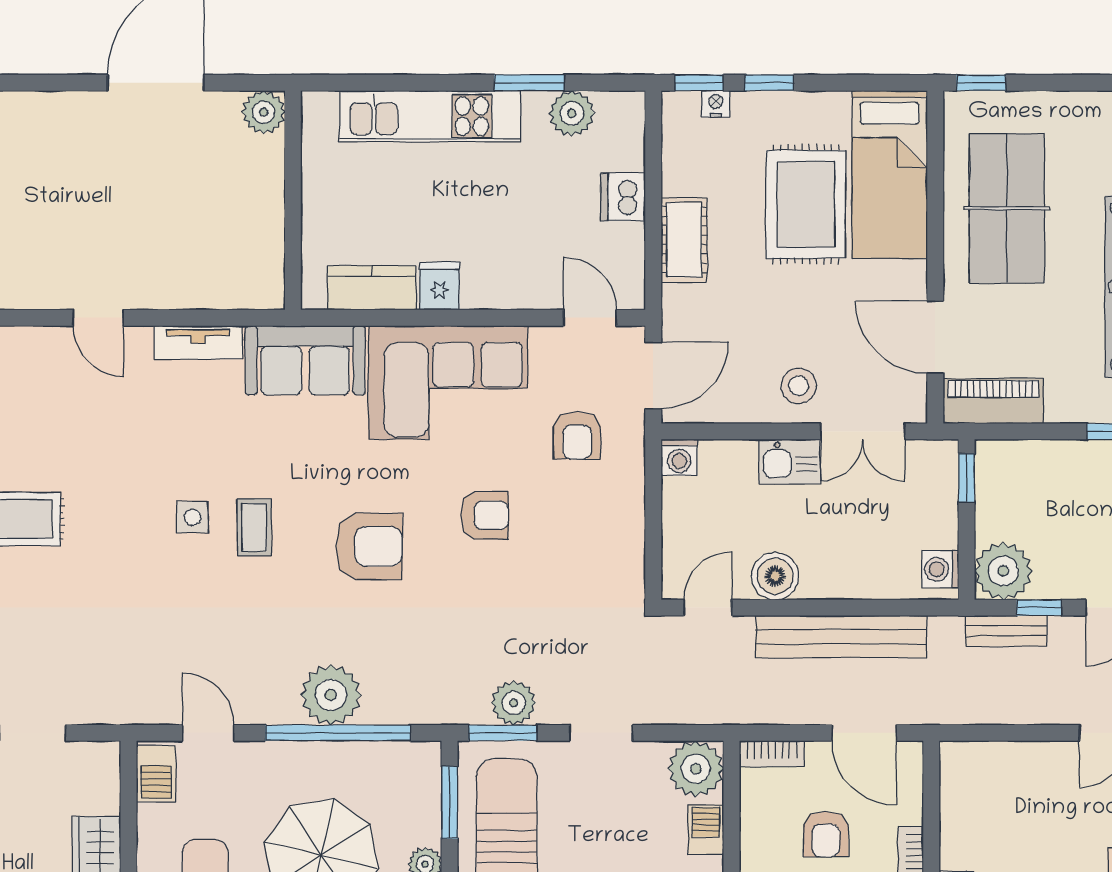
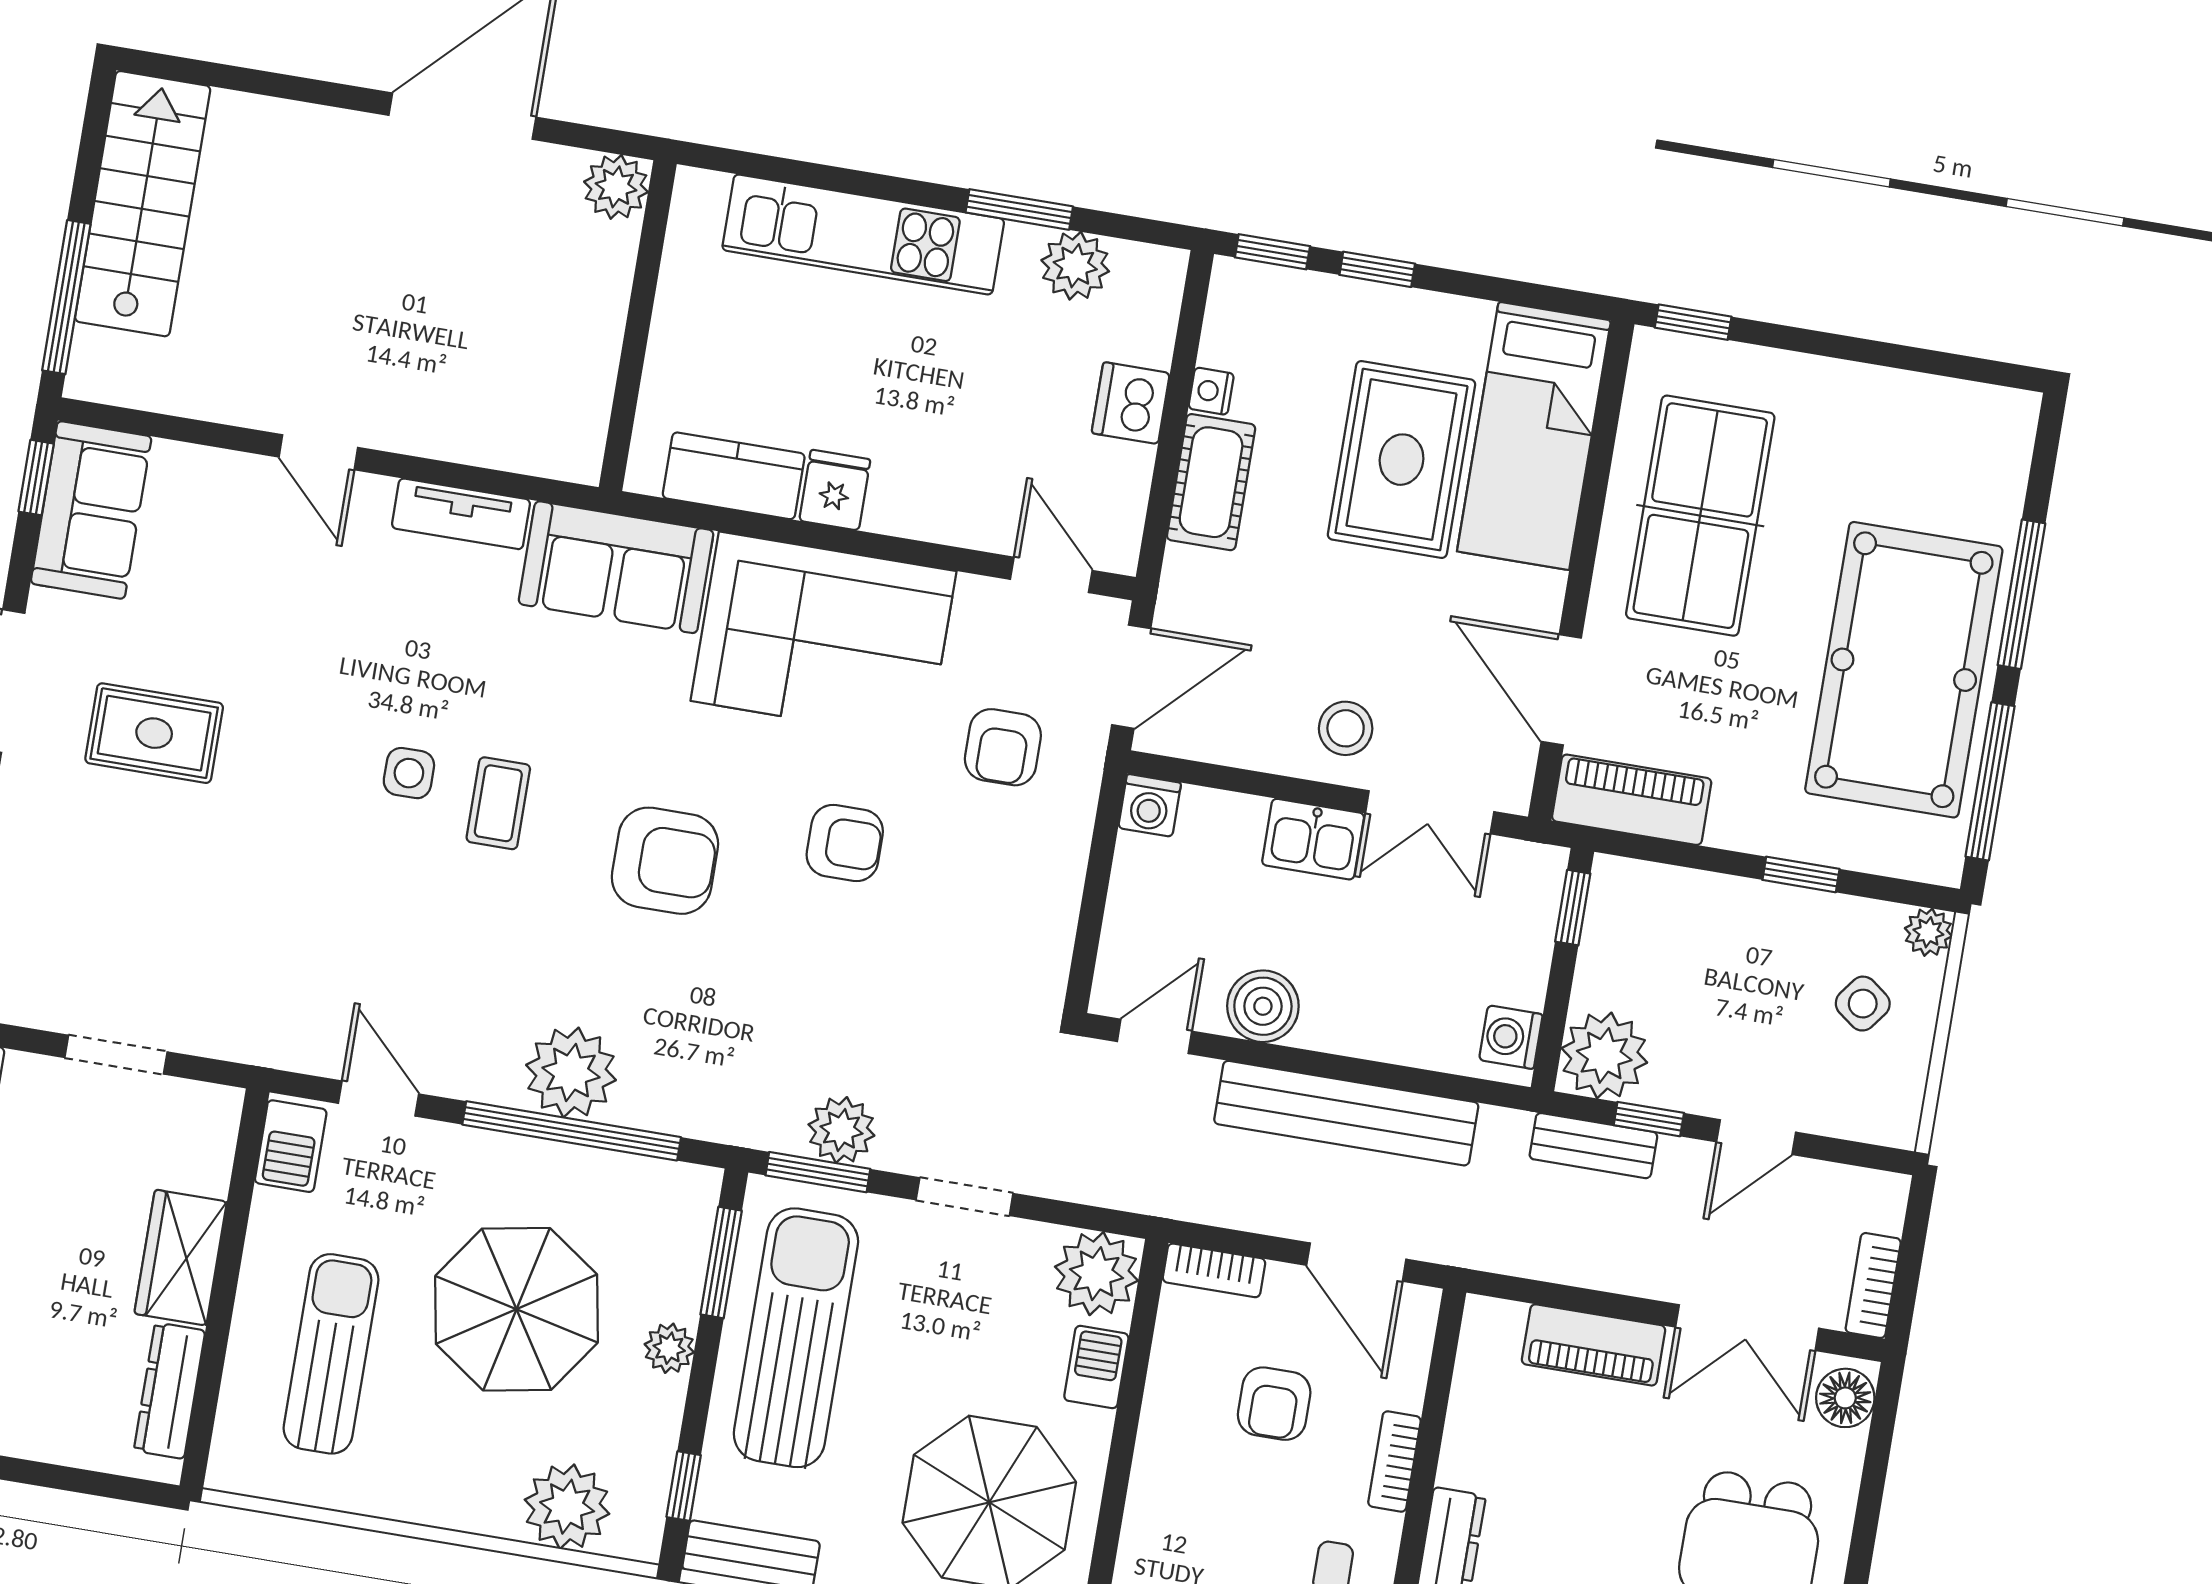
nightstand: (716, 104) -> (1211, 391), moved, turned -90
piano: (1028, 761) -> (1594, 1345), added

